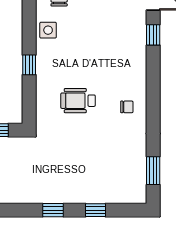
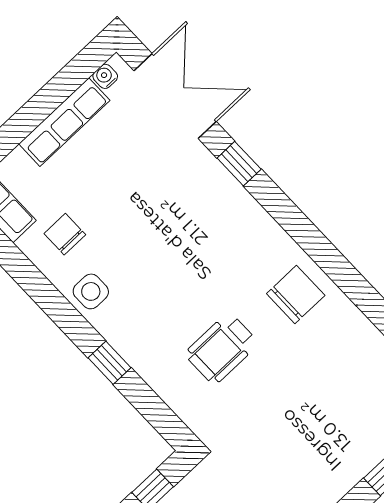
chair: (127, 107) -> (296, 294), width x1.87, depth x1.87

